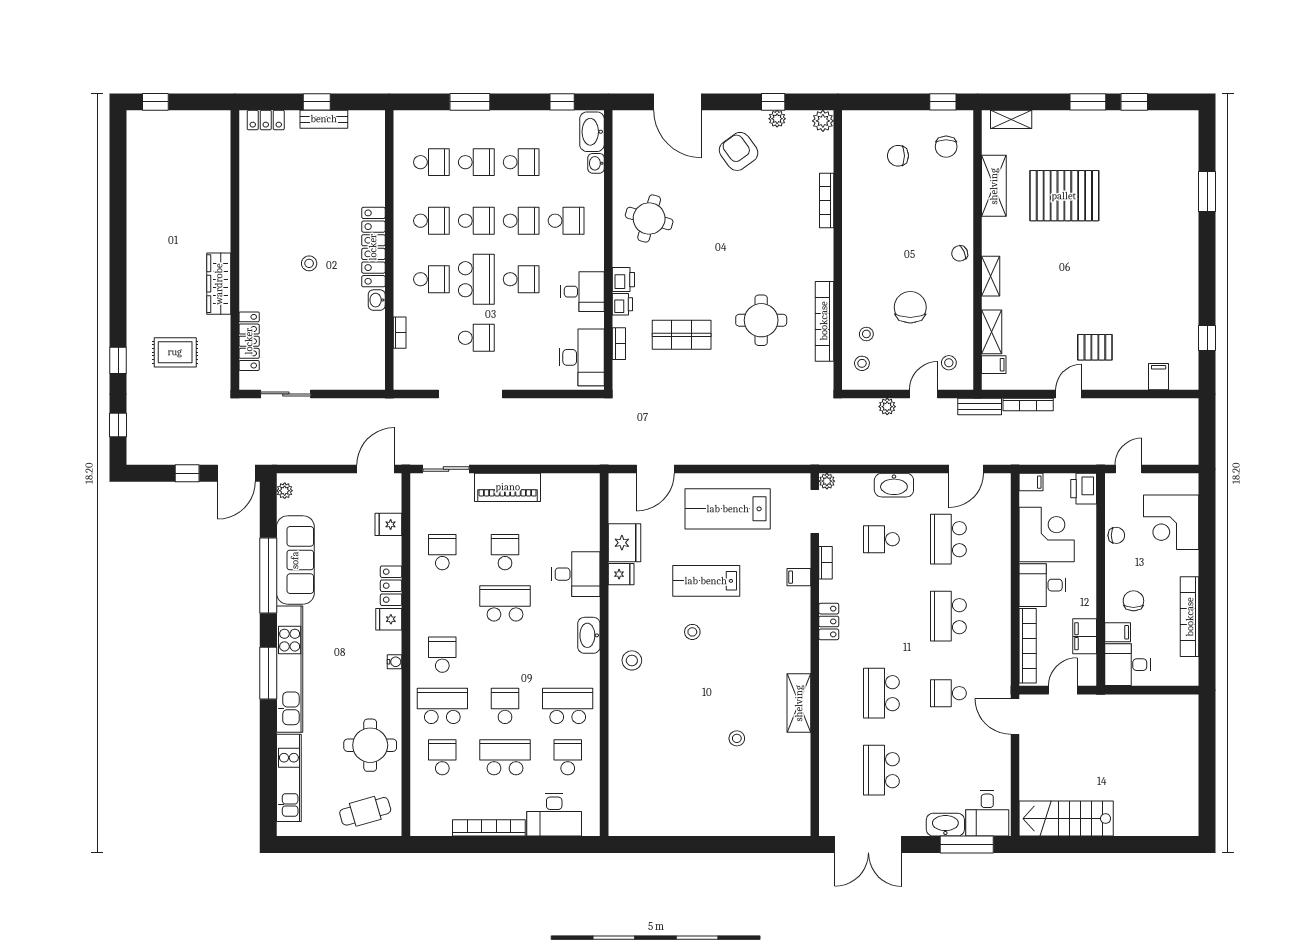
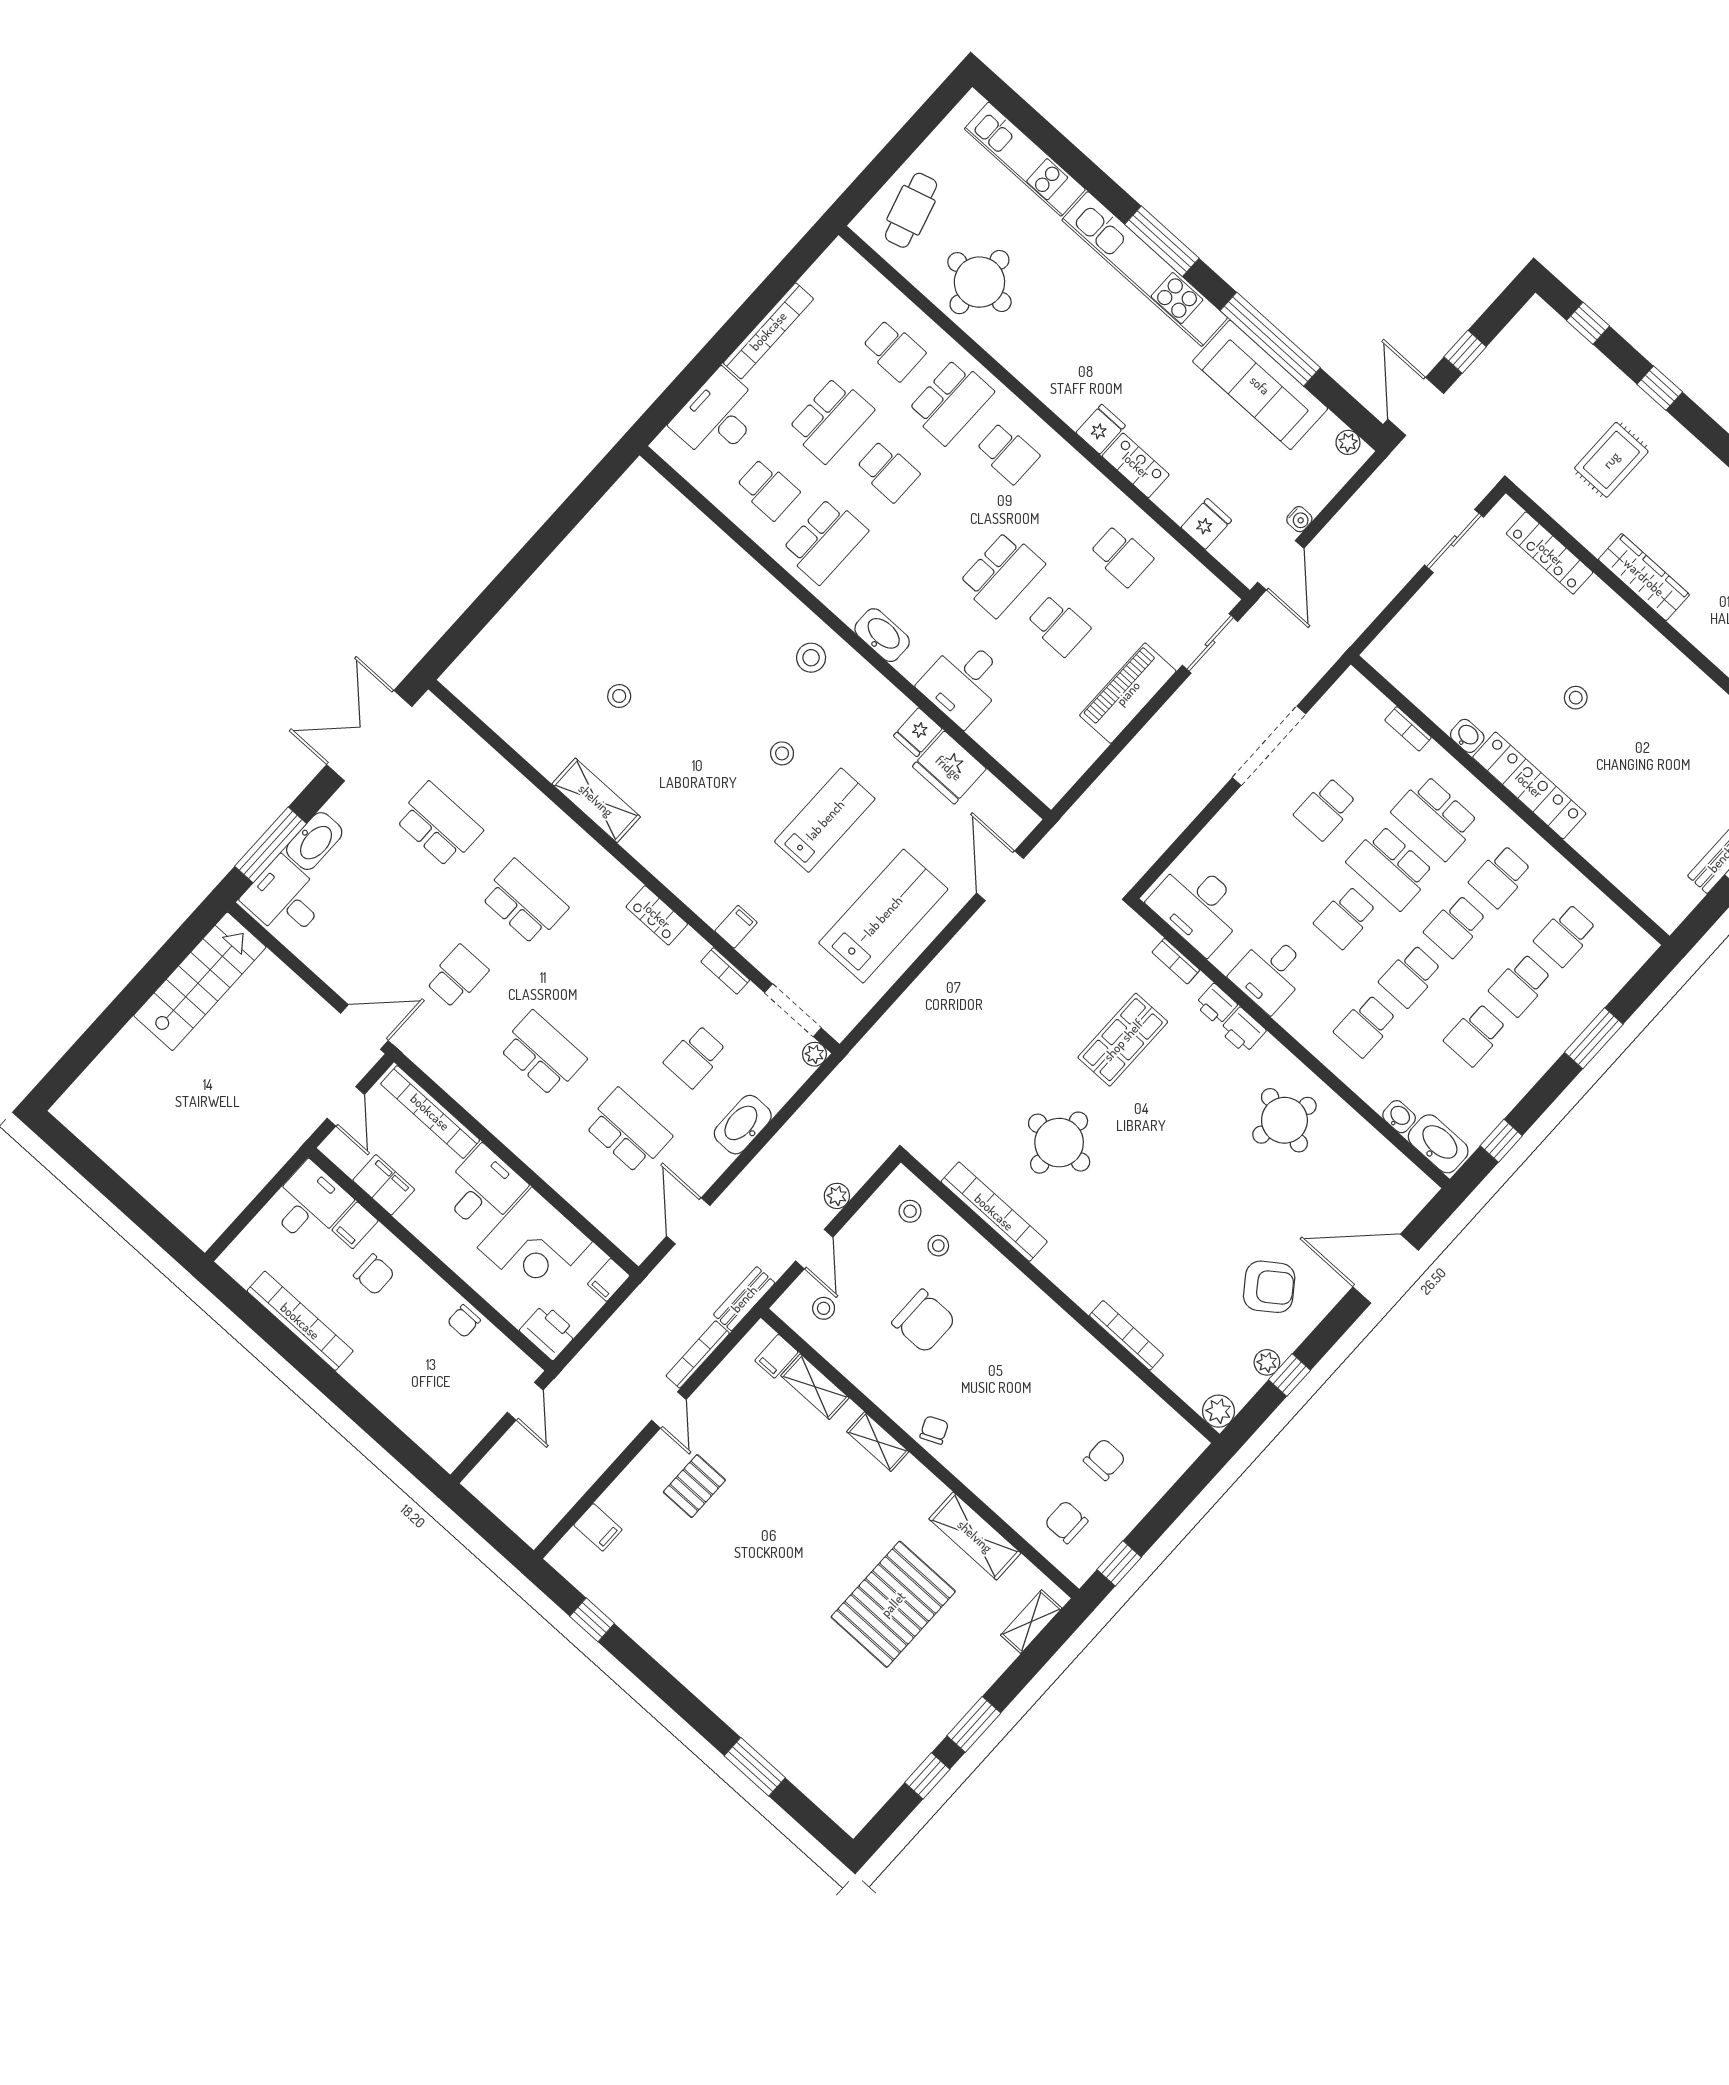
school desk: (431, 279) -> (1435, 818), width x1.85
corner desk: (1171, 522) -> (423, 1395), removed
school desk: (881, 539) -> (695, 1056), turned 180
water cooler: (395, 662) -> (1299, 519), moved, turned -90

